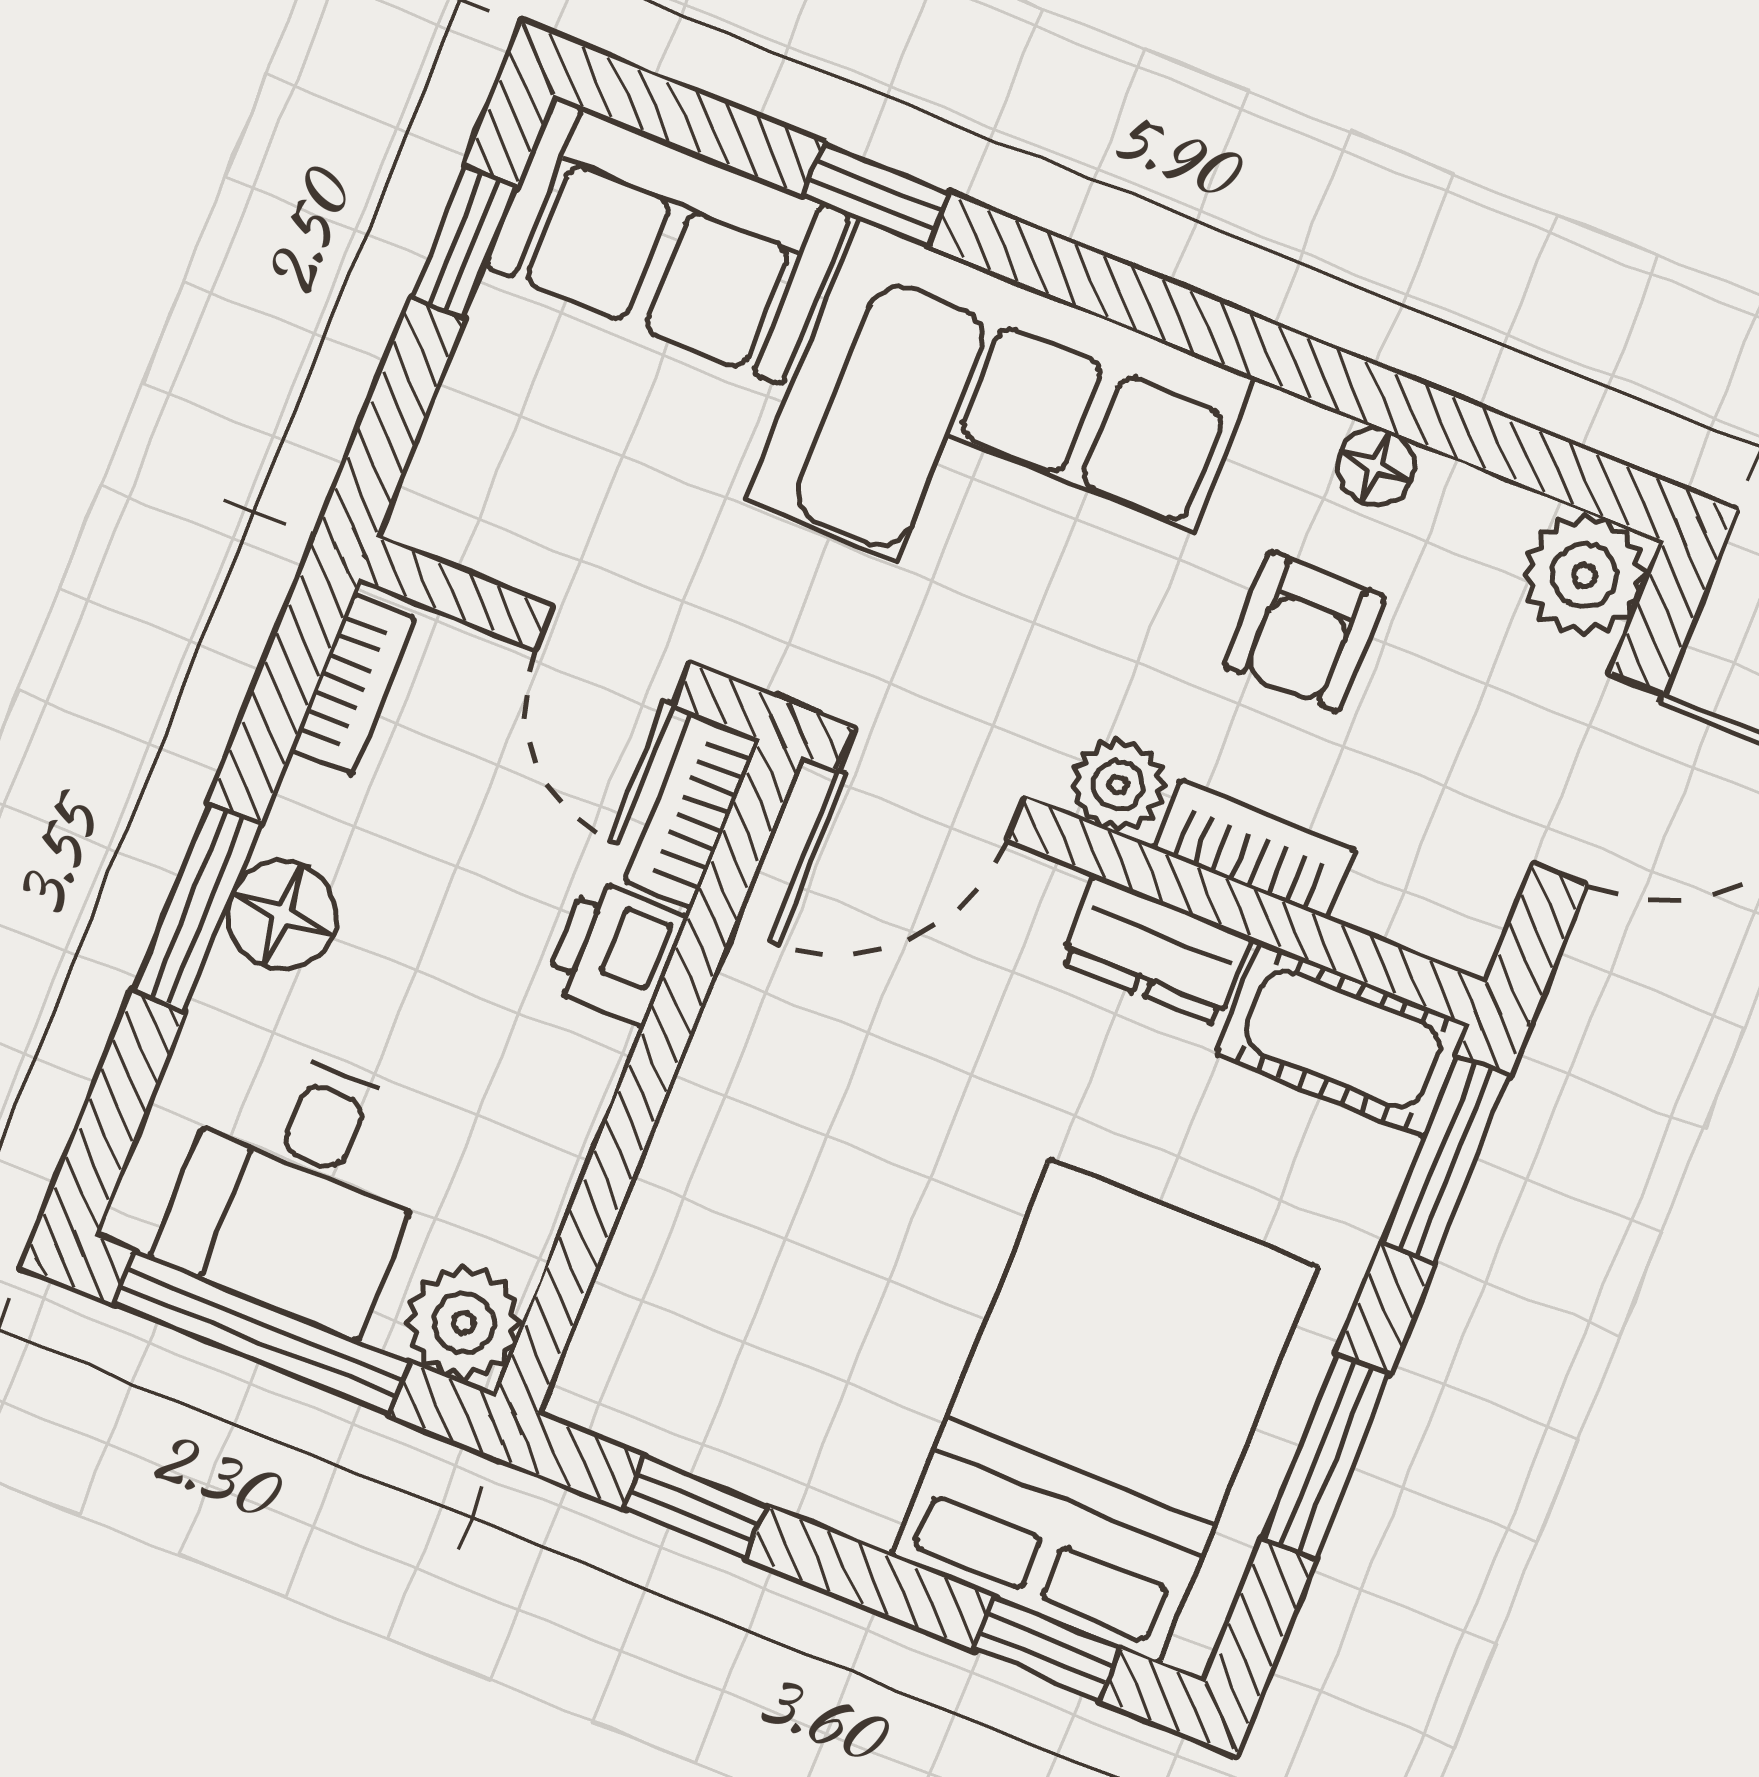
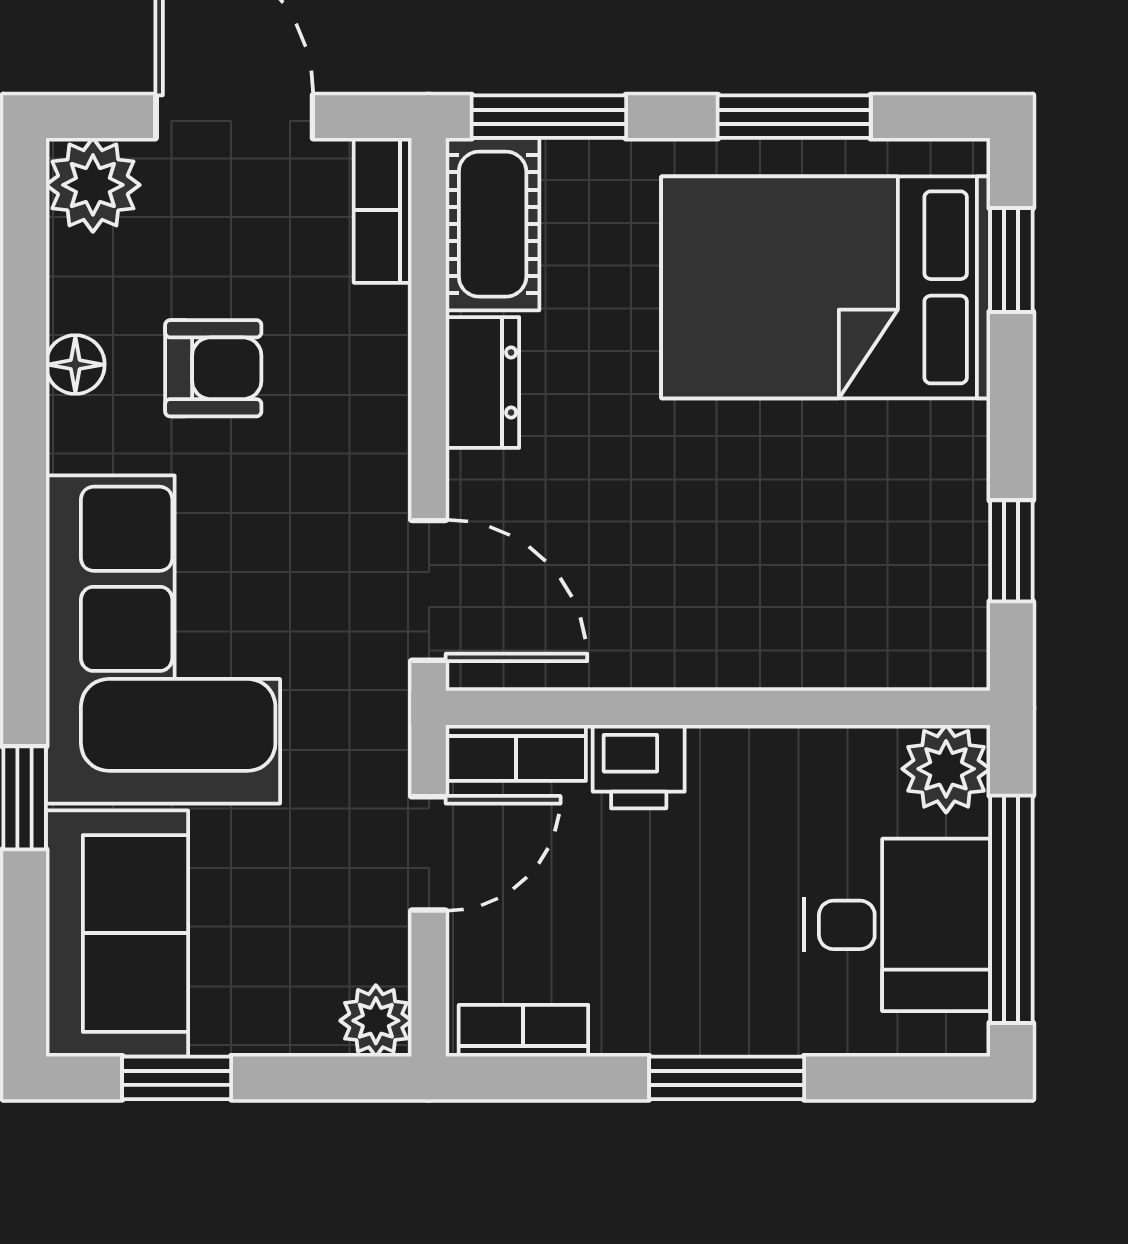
plant: (1118, 785) -> (376, 1021), moved
bookcase: (1254, 849) -> (383, 210), moved
floor lamp: (282, 915) -> (707, 1015), removed

